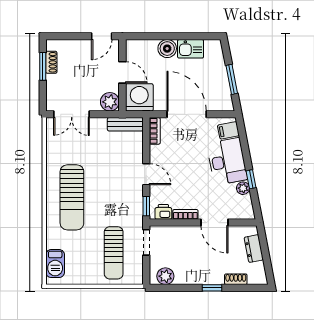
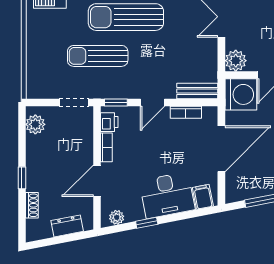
bench: (125, 124) -> (197, 91), moved, turned 90
bookcase: (155, 131) -> (186, 112), moved
plant: (243, 188) -> (117, 217), moved
sun lounger: (114, 253) -> (98, 56), moved

